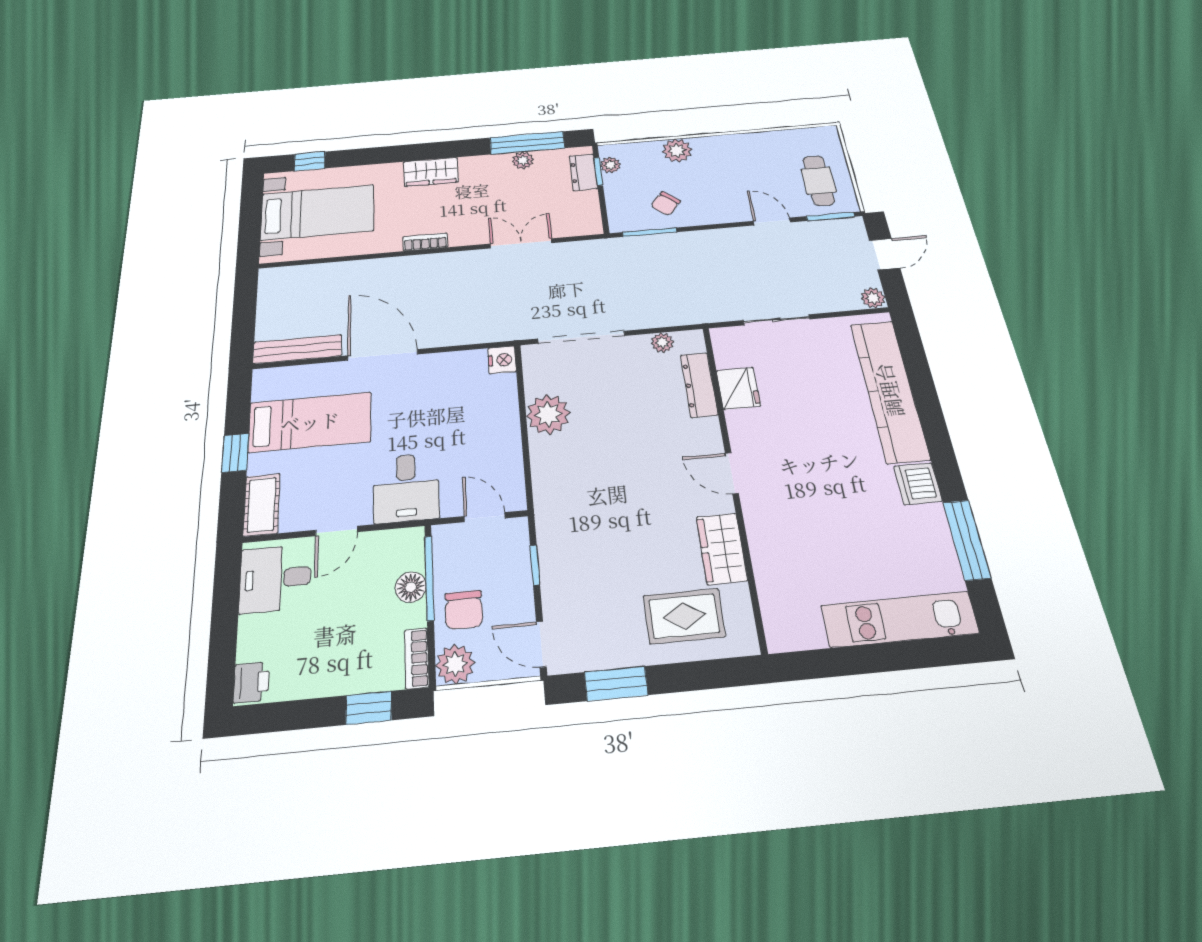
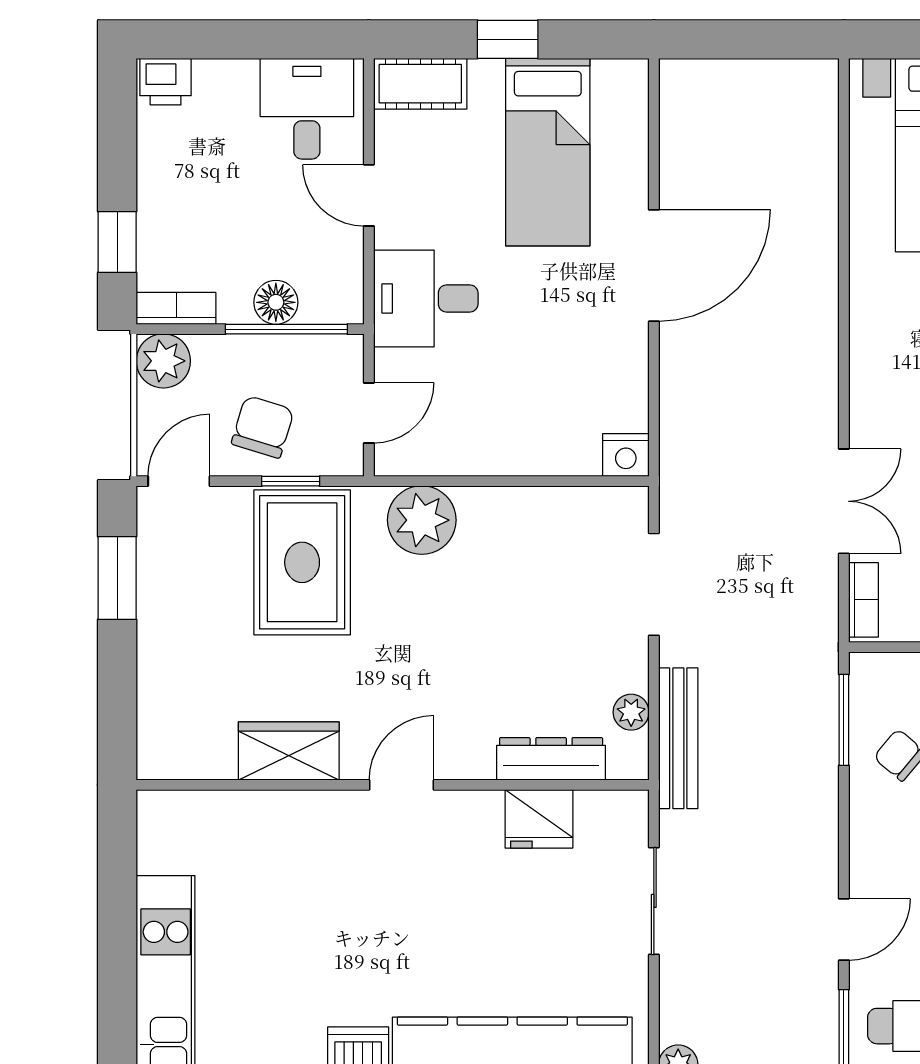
bookcase: (425, 242) -> (863, 600), moved
doorway: (581, 337) -> (654, 584), width x0.73
bench: (297, 349) -> (678, 738), moved
plant: (548, 414) -> (422, 520), moved
chair: (464, 610) -> (263, 427), moved, turned 107
rug: (684, 616) -> (302, 562), moved, width x1.36, depth x1.43

